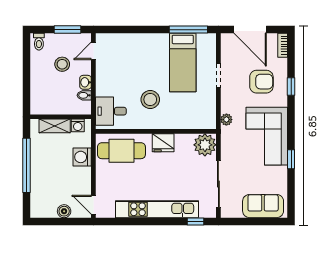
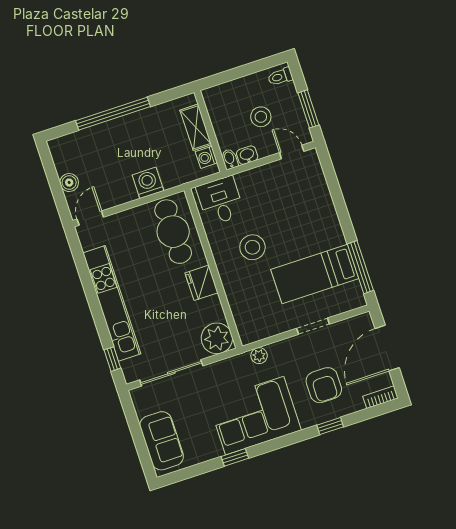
wall: (61, 117) -> (210, 131), moved
washing machine: (78, 125) -> (206, 157), moved
shelving: (55, 126) -> (196, 127), moved

